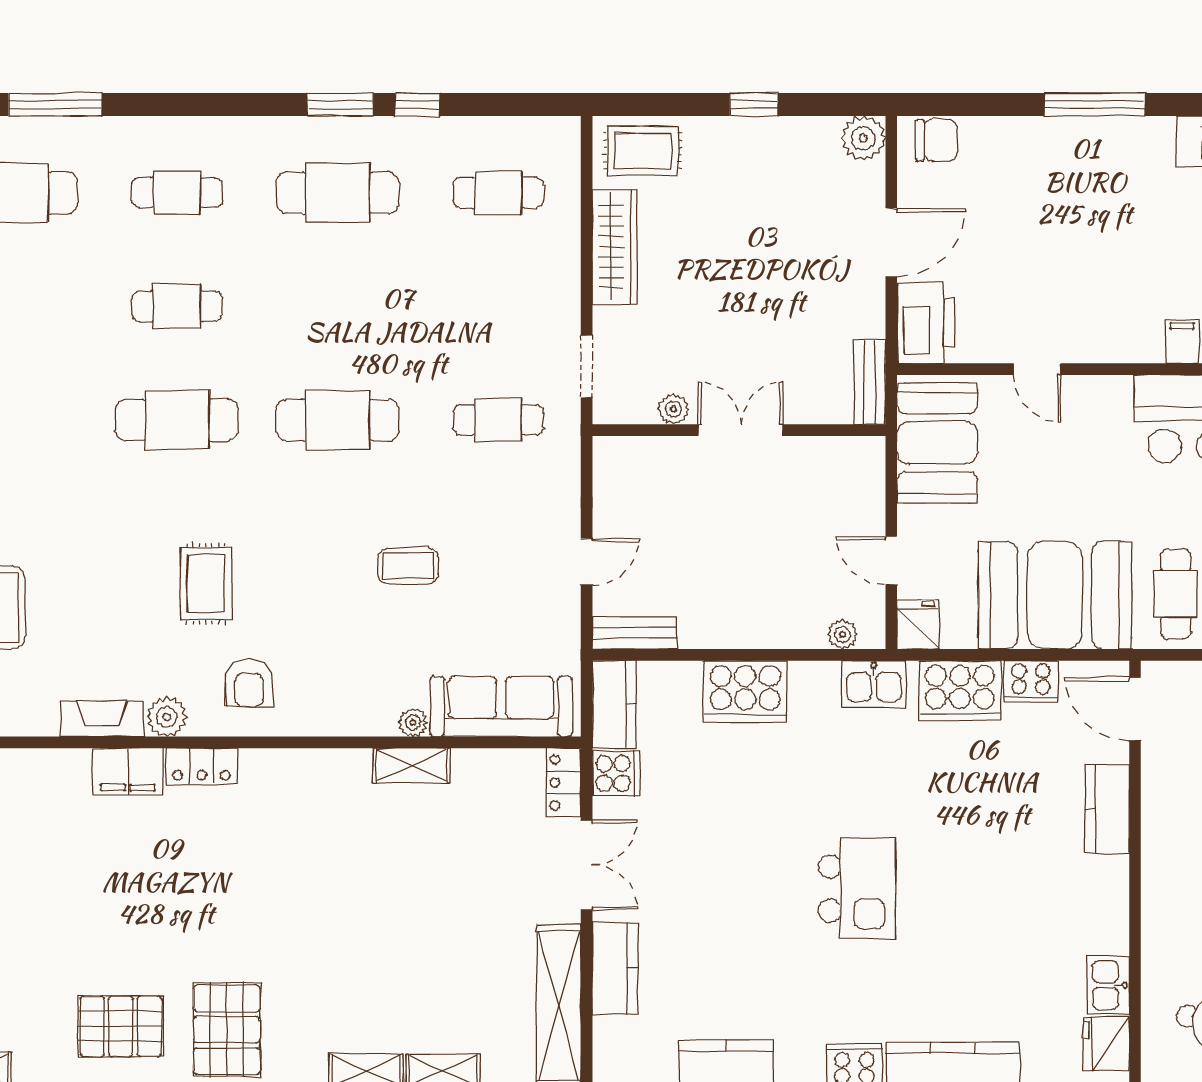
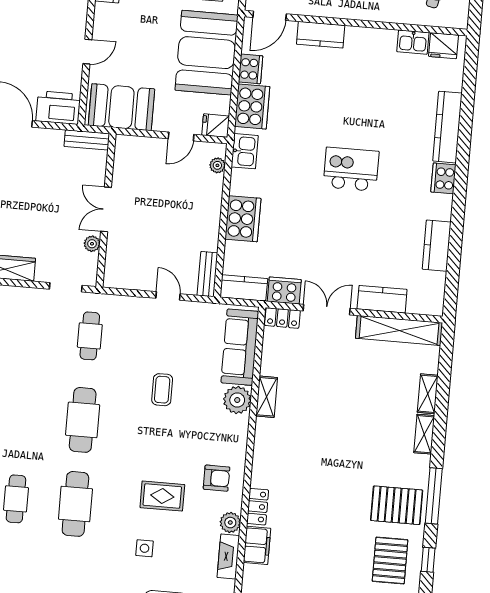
side table: (104, 558) -> (145, 548), added
plant: (413, 723) -> (237, 400), width x1.88, depth x1.88
cooker: (616, 773) -> (284, 291), width x1.36

